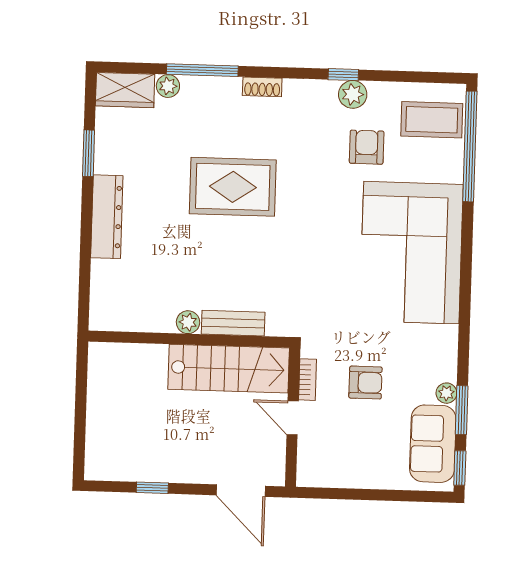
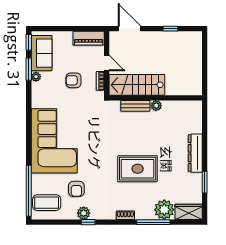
plant: (168, 86) -> (164, 210), width x1.88, depth x1.88
piano: (330, 473) -> (89, 38), added

